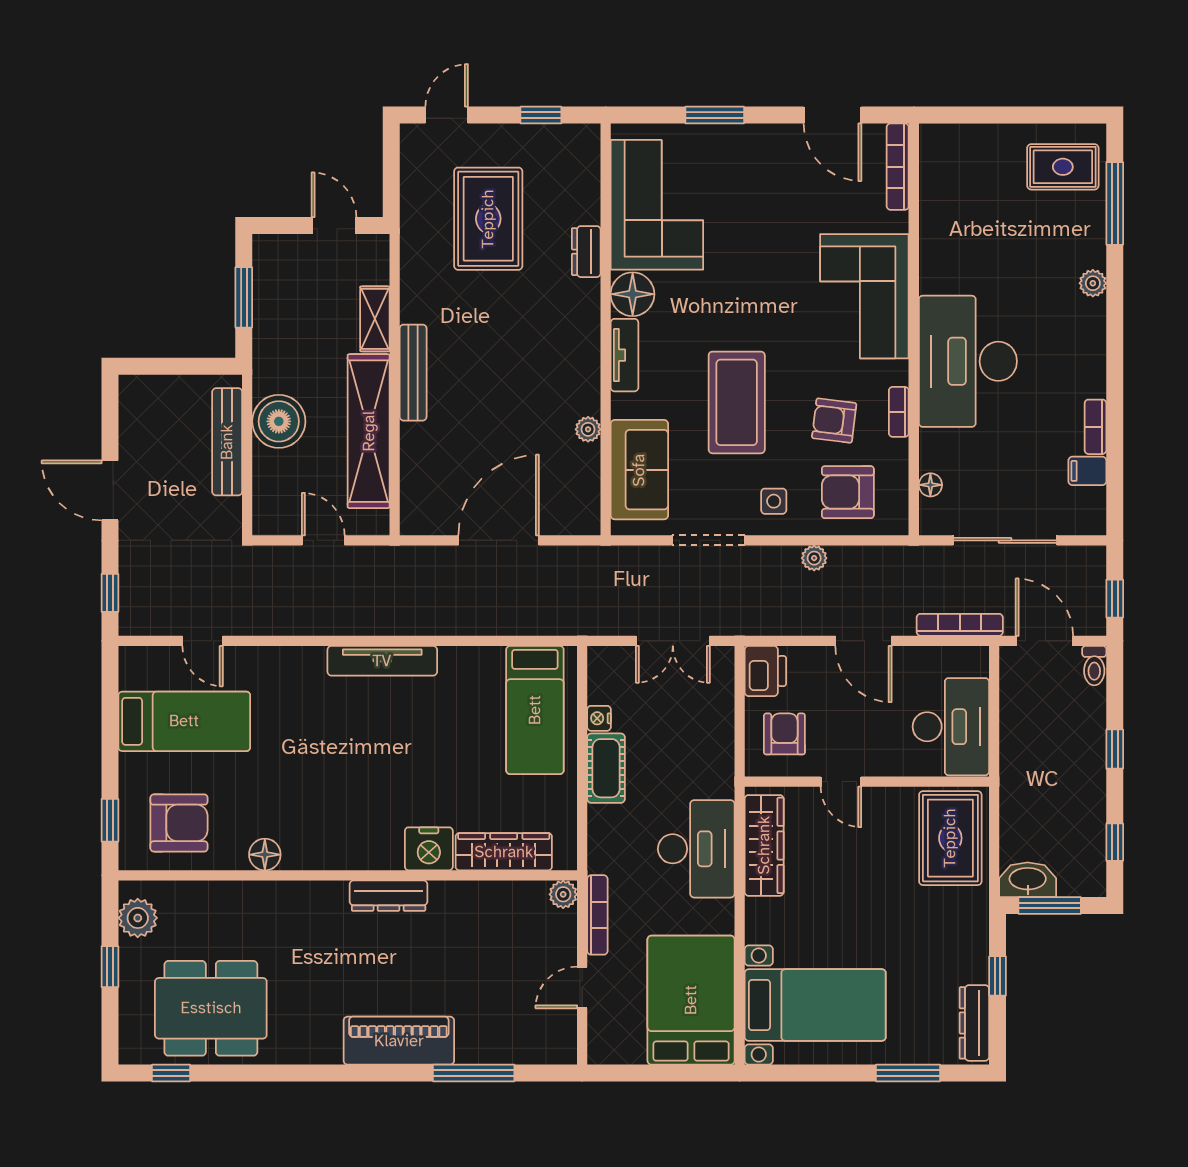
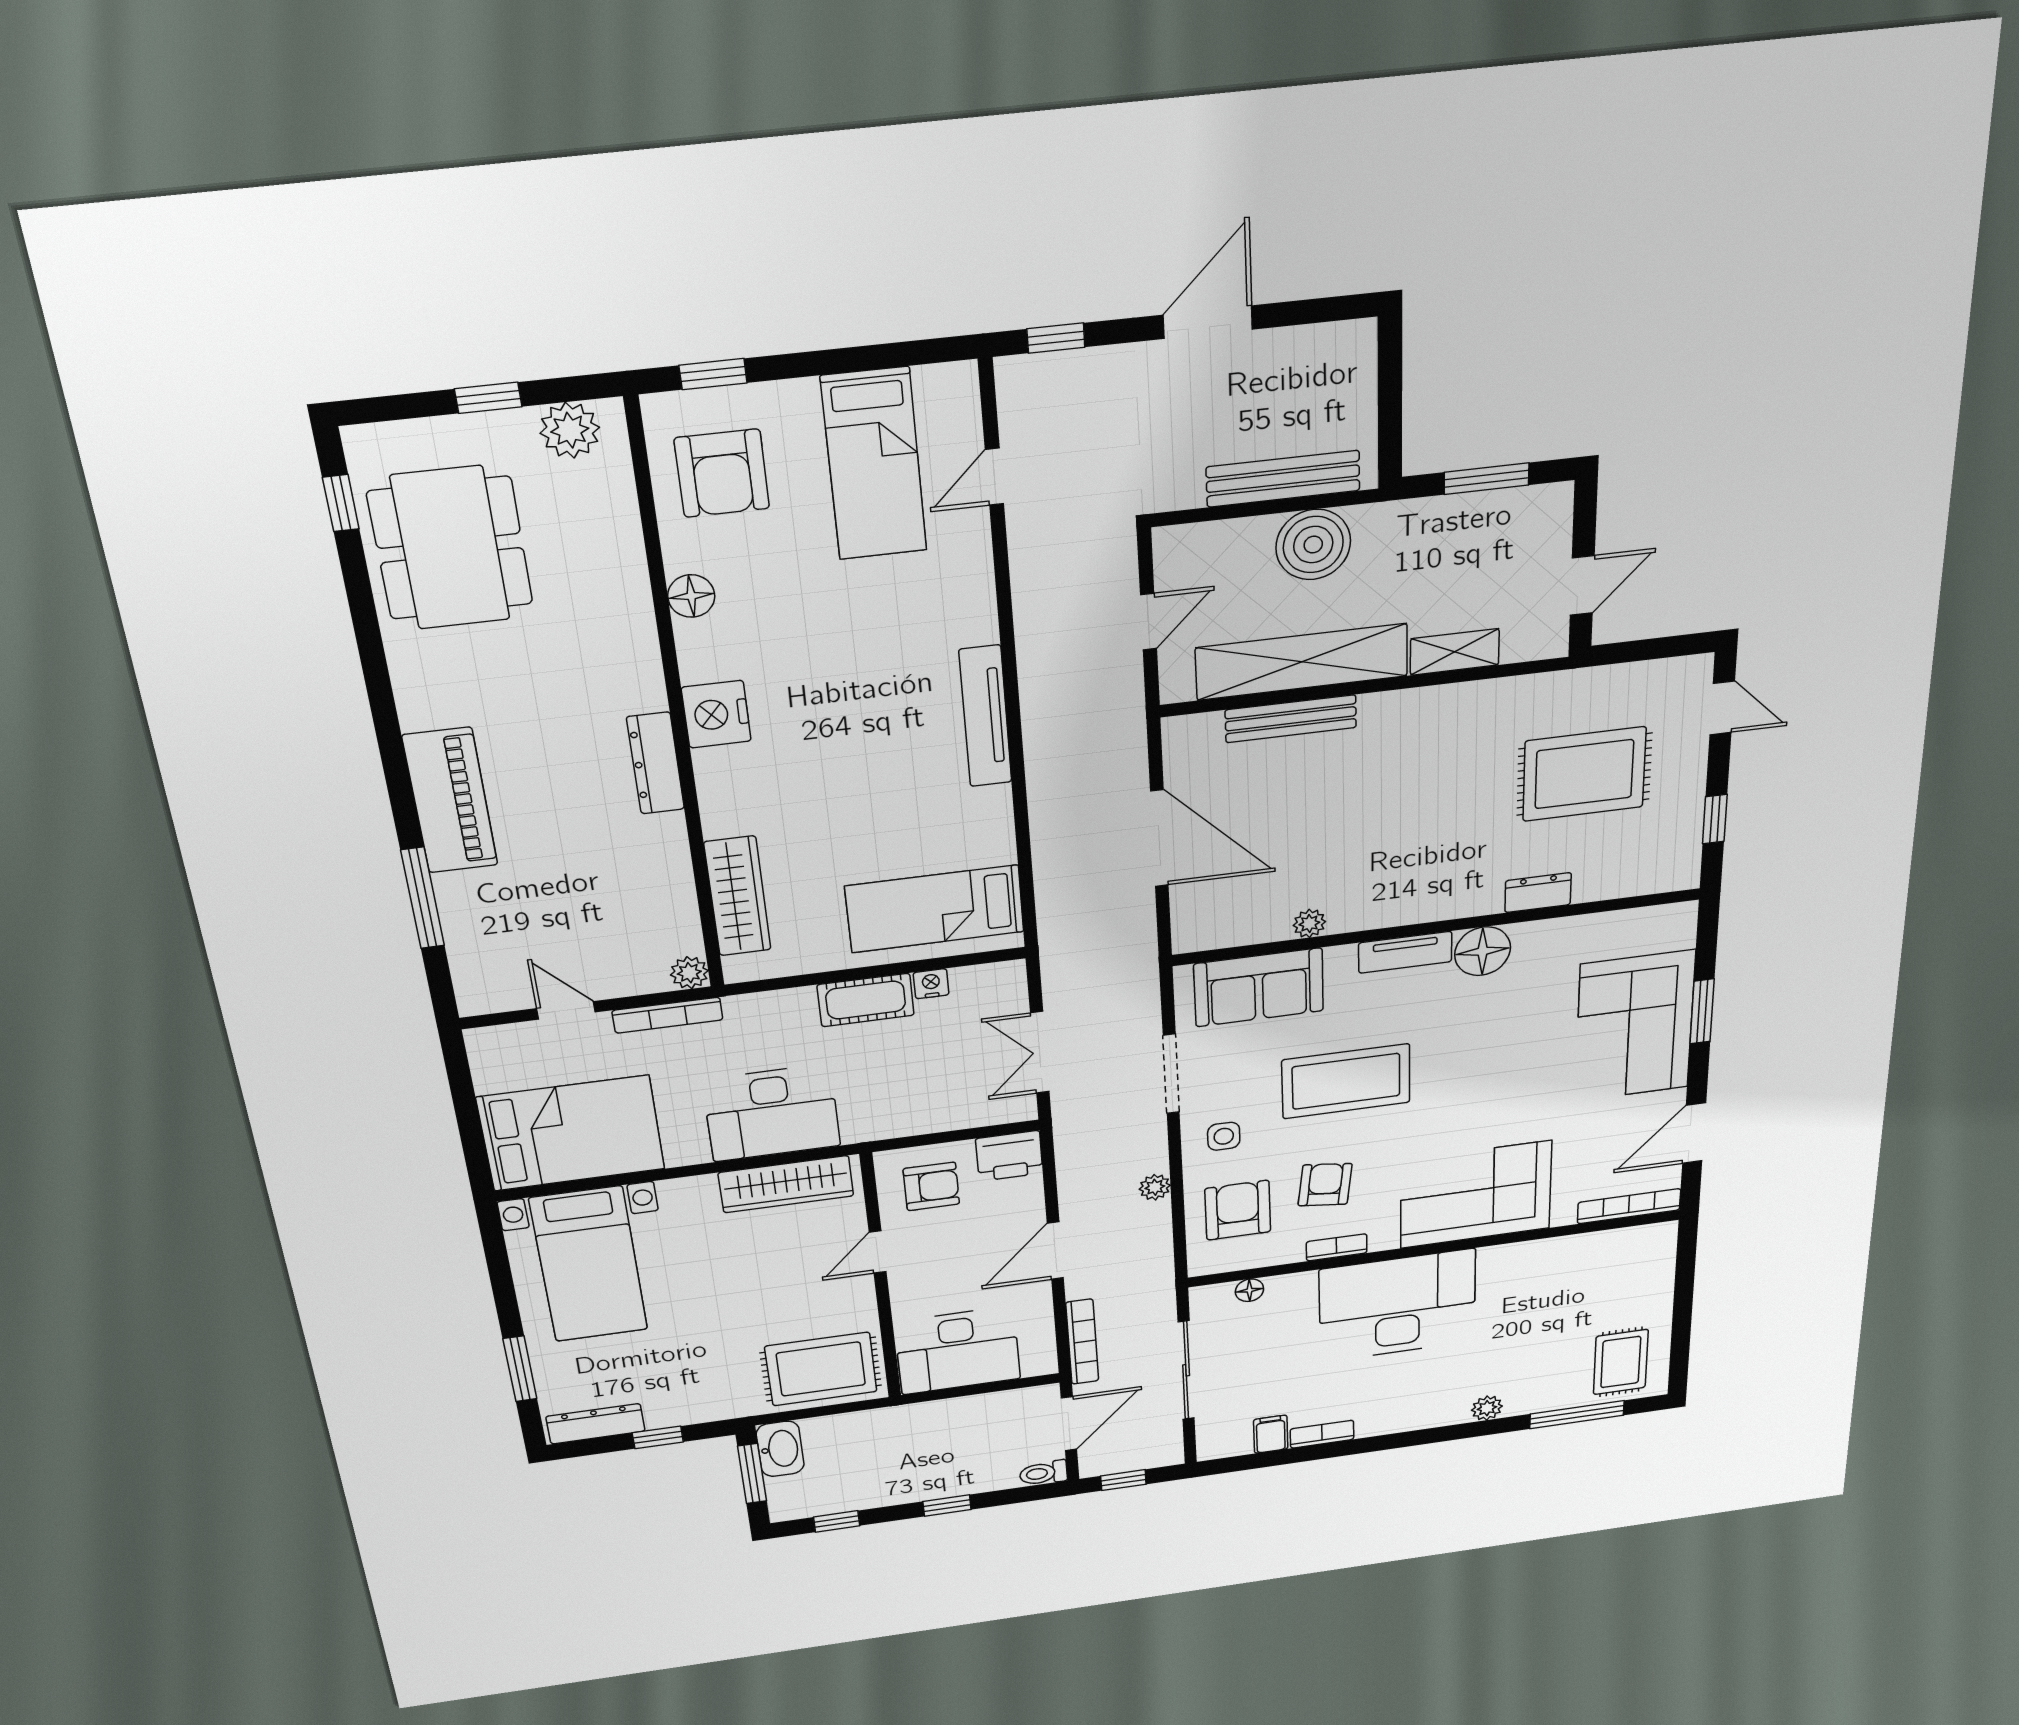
corner sofa: (657, 205) -> (1635, 1026), moved, turned 90
bench: (413, 373) -> (1291, 719), moved
nightstand: (429, 849) -> (716, 714), moved

